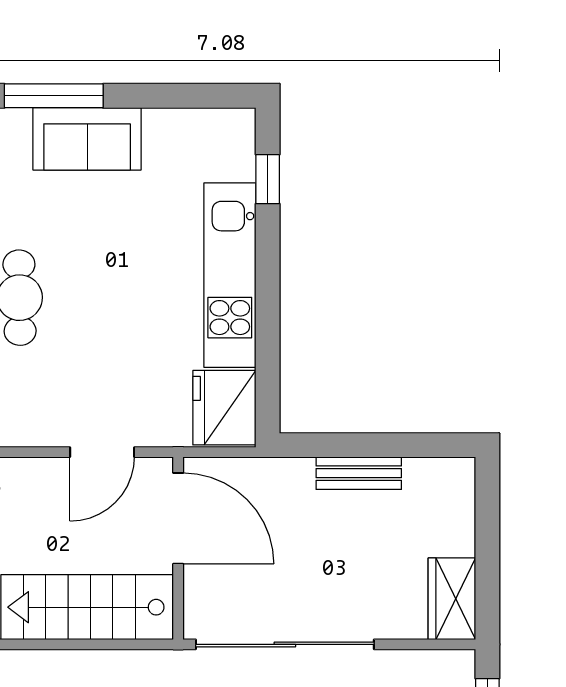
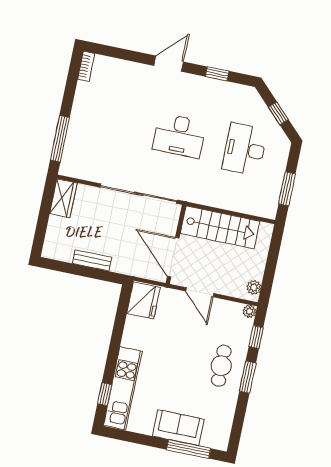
kitchen unit: (230, 275) -> (123, 388), moved
door: (102, 452) -> (200, 292), swing flipped

